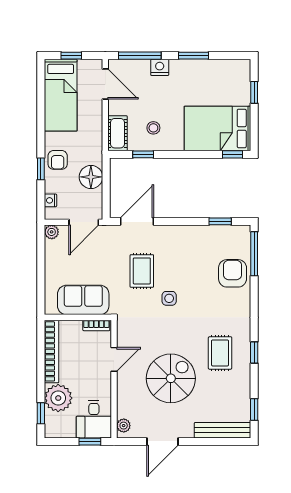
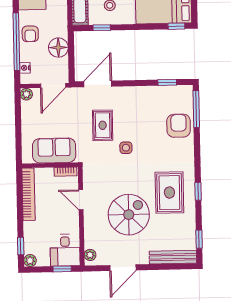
window: (41, 169) -> (16, 42), width x3.17
rug: (220, 353) -> (169, 193), width x1.36, depth x1.43
door: (114, 359) -> (81, 200), swing flipped
plant: (58, 398) -> (30, 261), moved, width x0.53, depth x0.53

